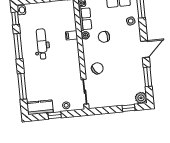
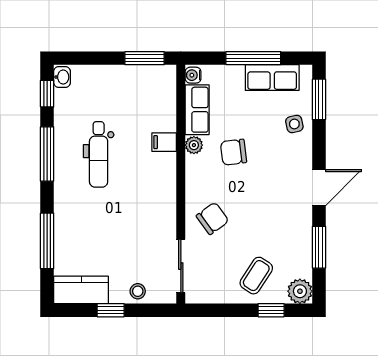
dental chair: (42, 44) -> (99, 154), turned 180
coffee table: (120, 93) -> (256, 276), added

